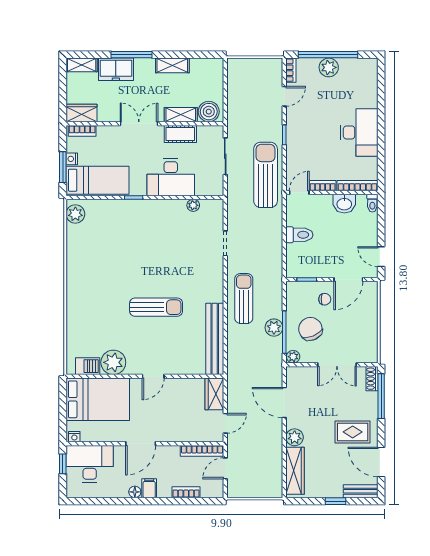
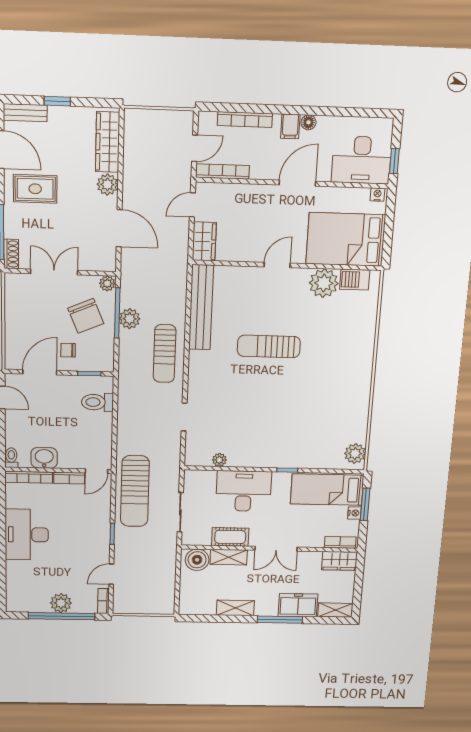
toilet: (299, 235) -> (97, 402), moved
bookcase: (186, 492) -> (245, 120), width x1.56

